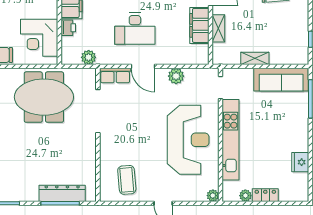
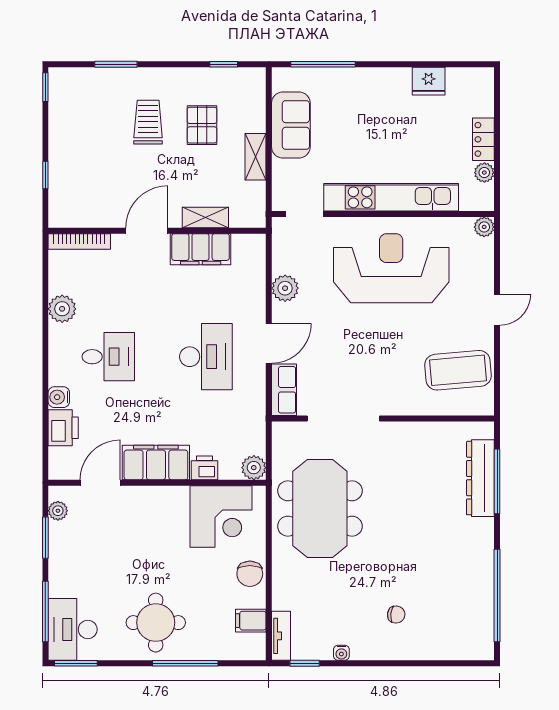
pallet: (274, 26) -> (202, 125), added
plant: (89, 57) -> (254, 468), moved
sofa: (281, 80) -> (291, 125), width x0.73
coffee table: (127, 180) -> (458, 370), width x1.36, depth x1.32

